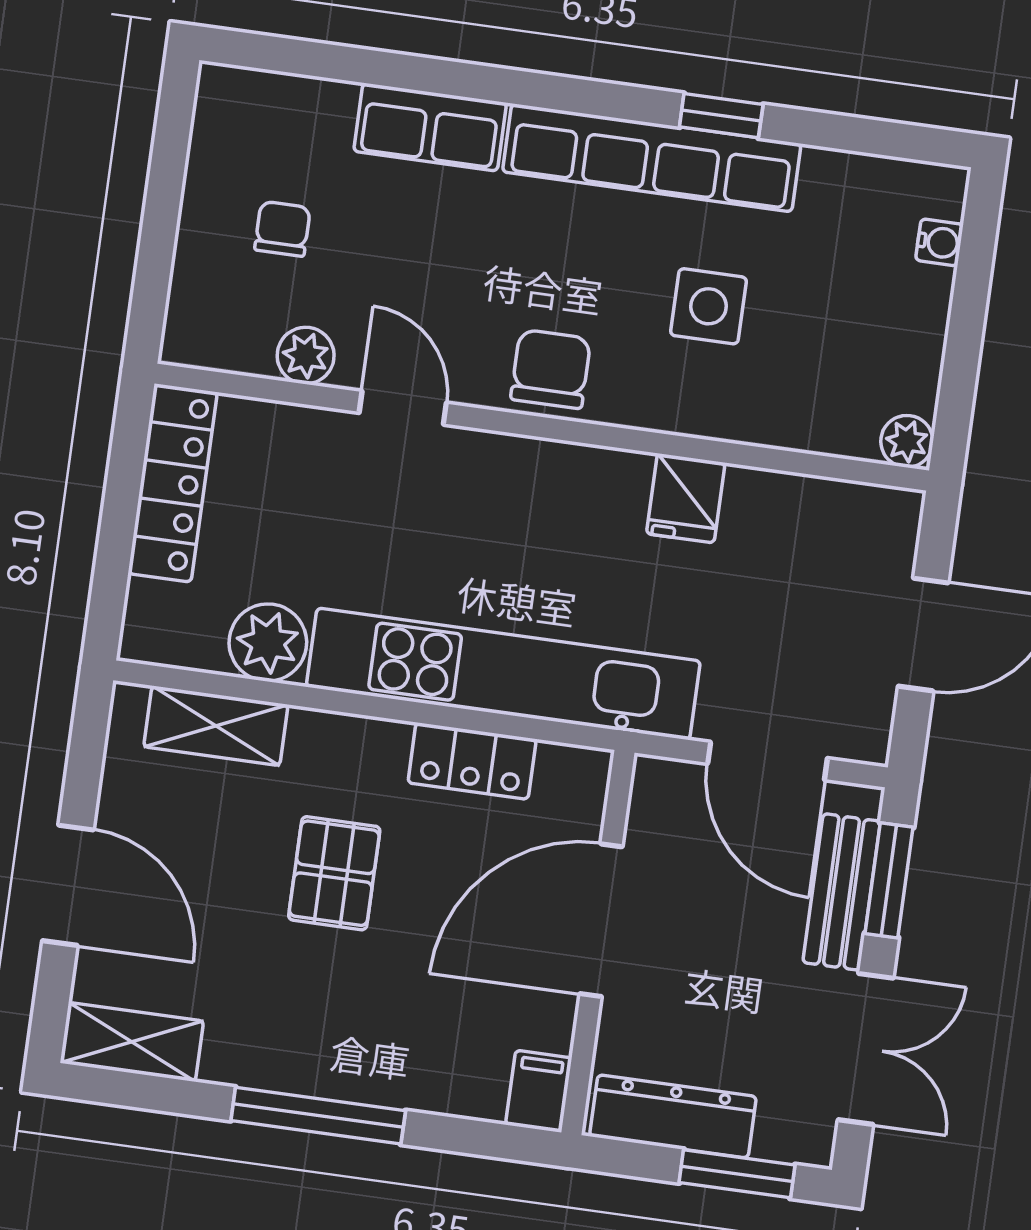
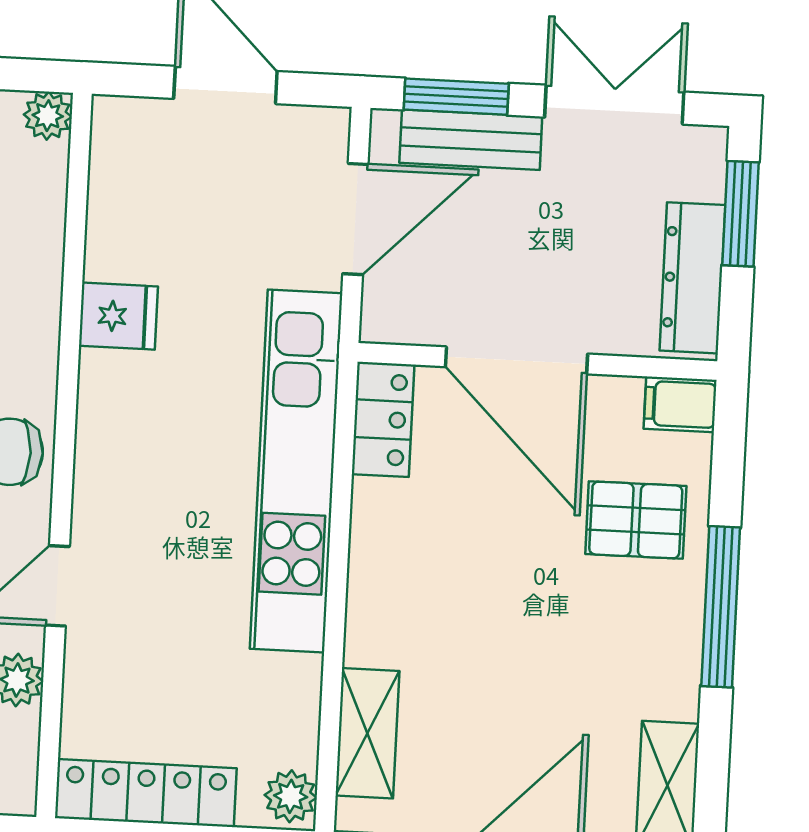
plant: (268, 642) -> (291, 796), moved, width x0.73, depth x0.73
locker: (472, 761) -> (383, 419), moved
pallet: (334, 873) -> (636, 520), moved

